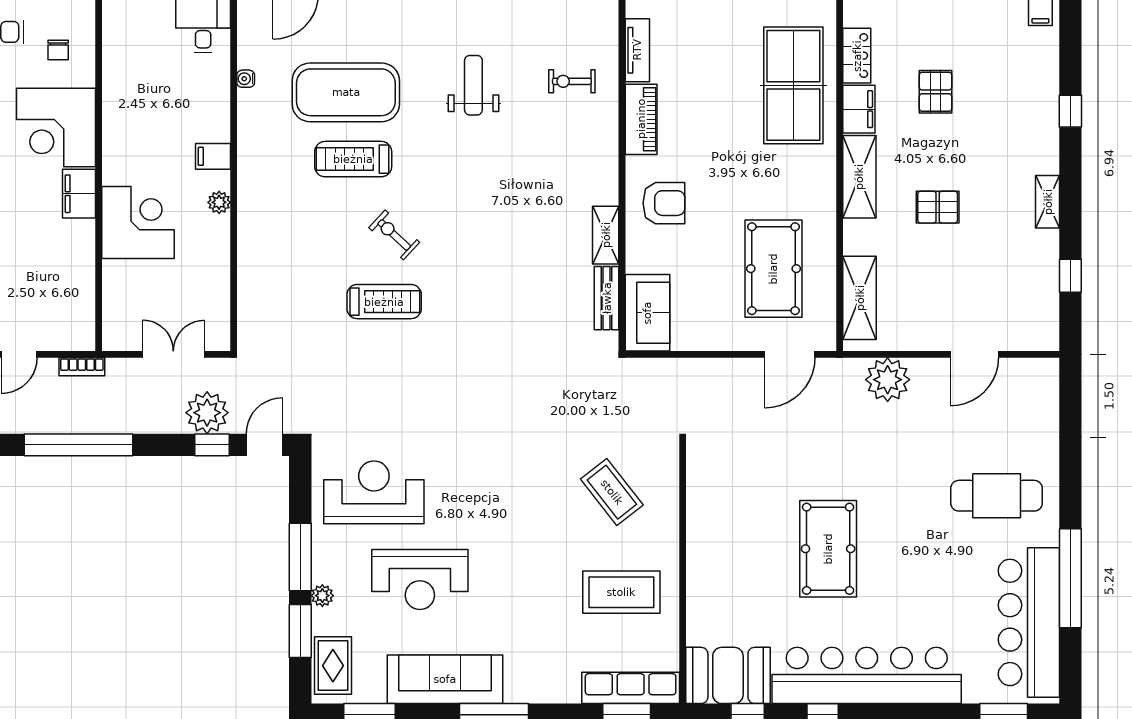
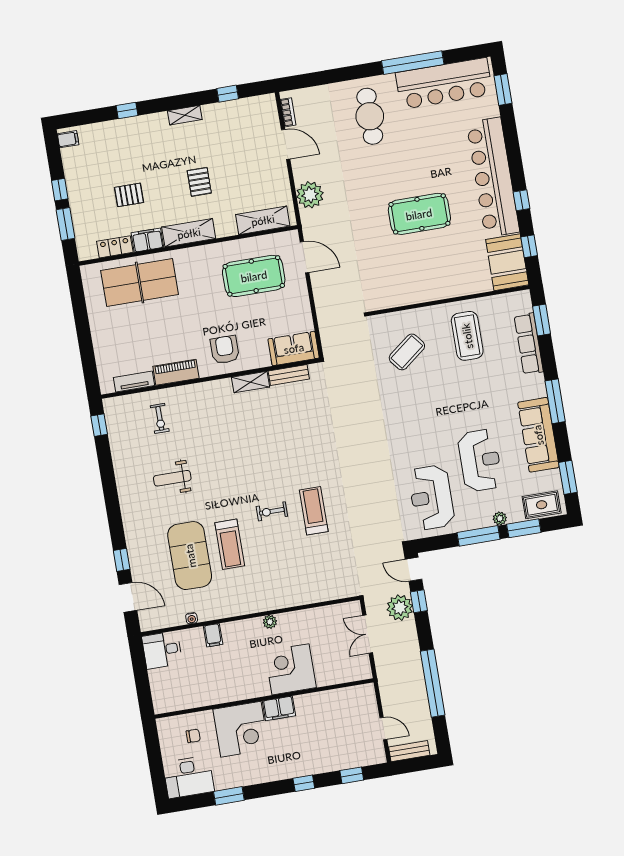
filing cabinet: (213, 156) -> (213, 635), moved
exercise bike: (394, 235) -> (272, 511), turned 47
bookcase: (82, 367) -> (288, 112), moved
row of seats: (631, 688) -> (529, 344), moved

